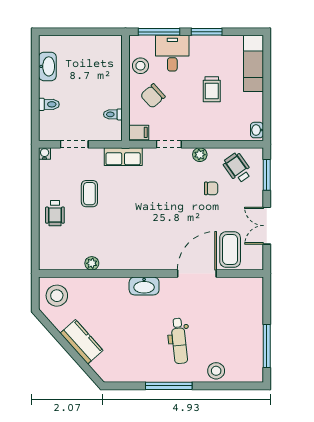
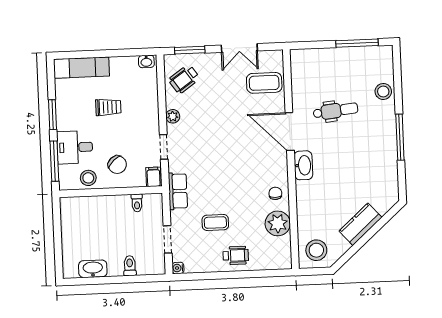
chair: (211, 188) -> (275, 193), moved
plant: (92, 263) -> (278, 223), width x1.88, depth x1.88
door: (197, 274) -> (290, 132), moved
dental chair: (179, 341) -> (336, 111), moved

